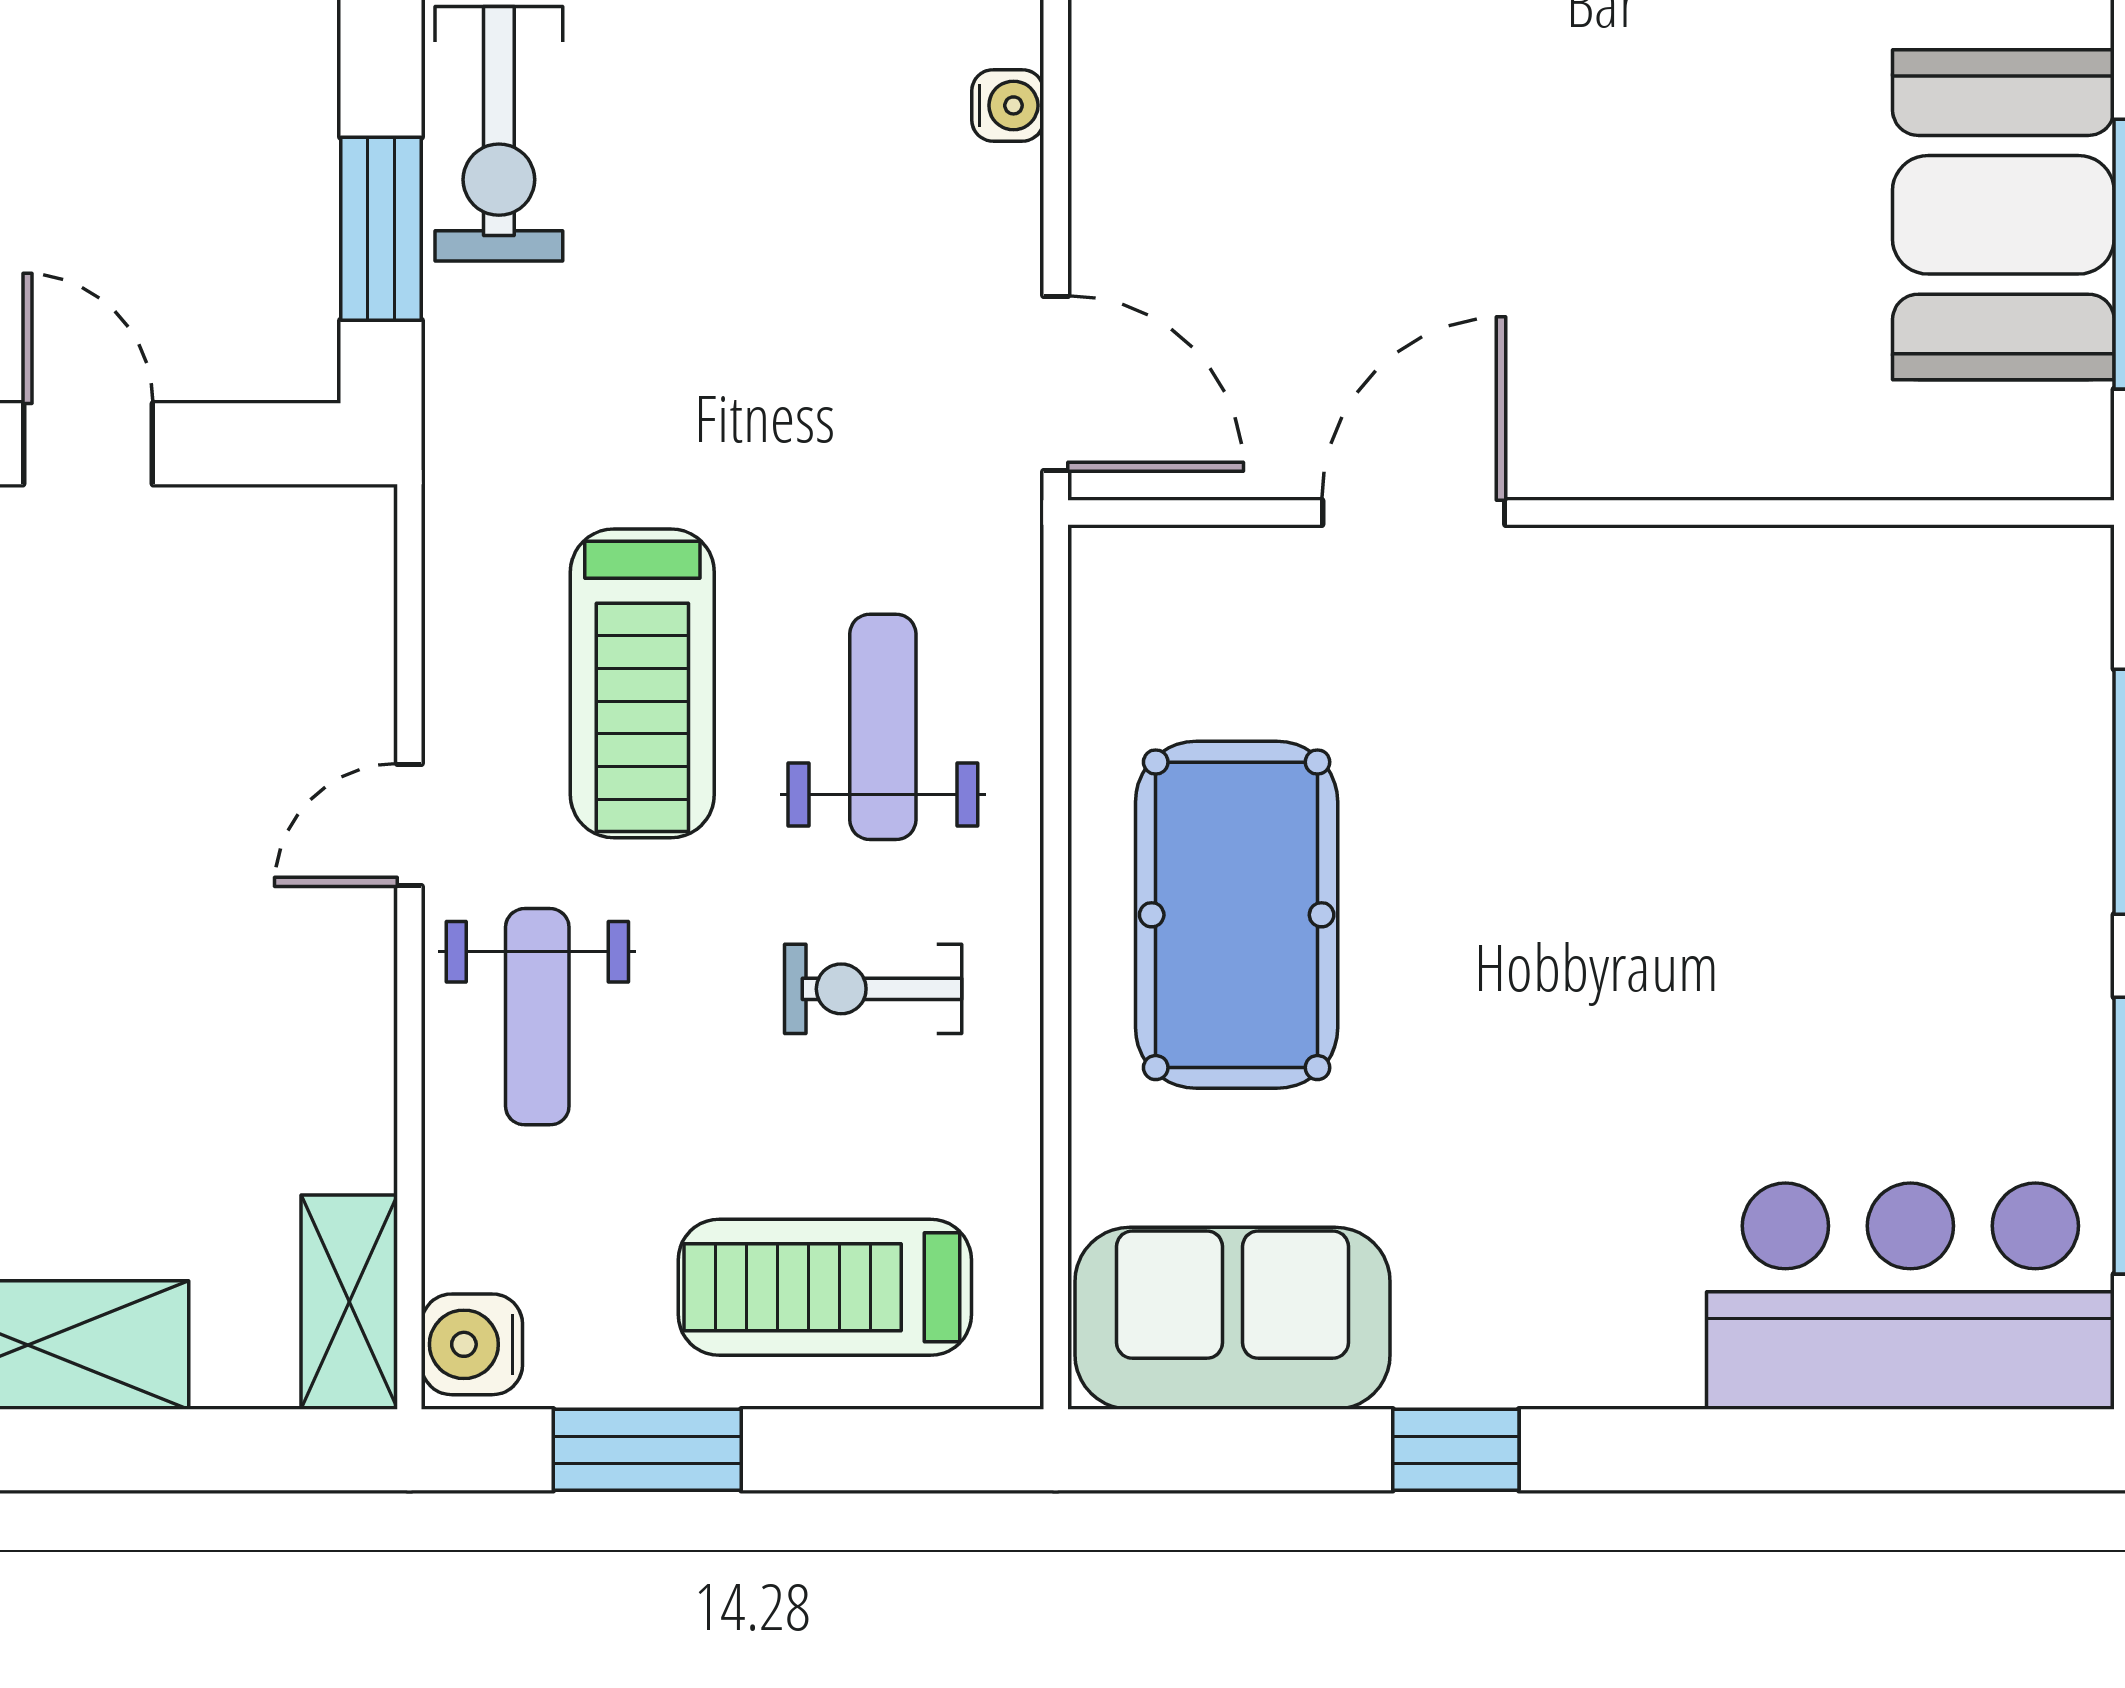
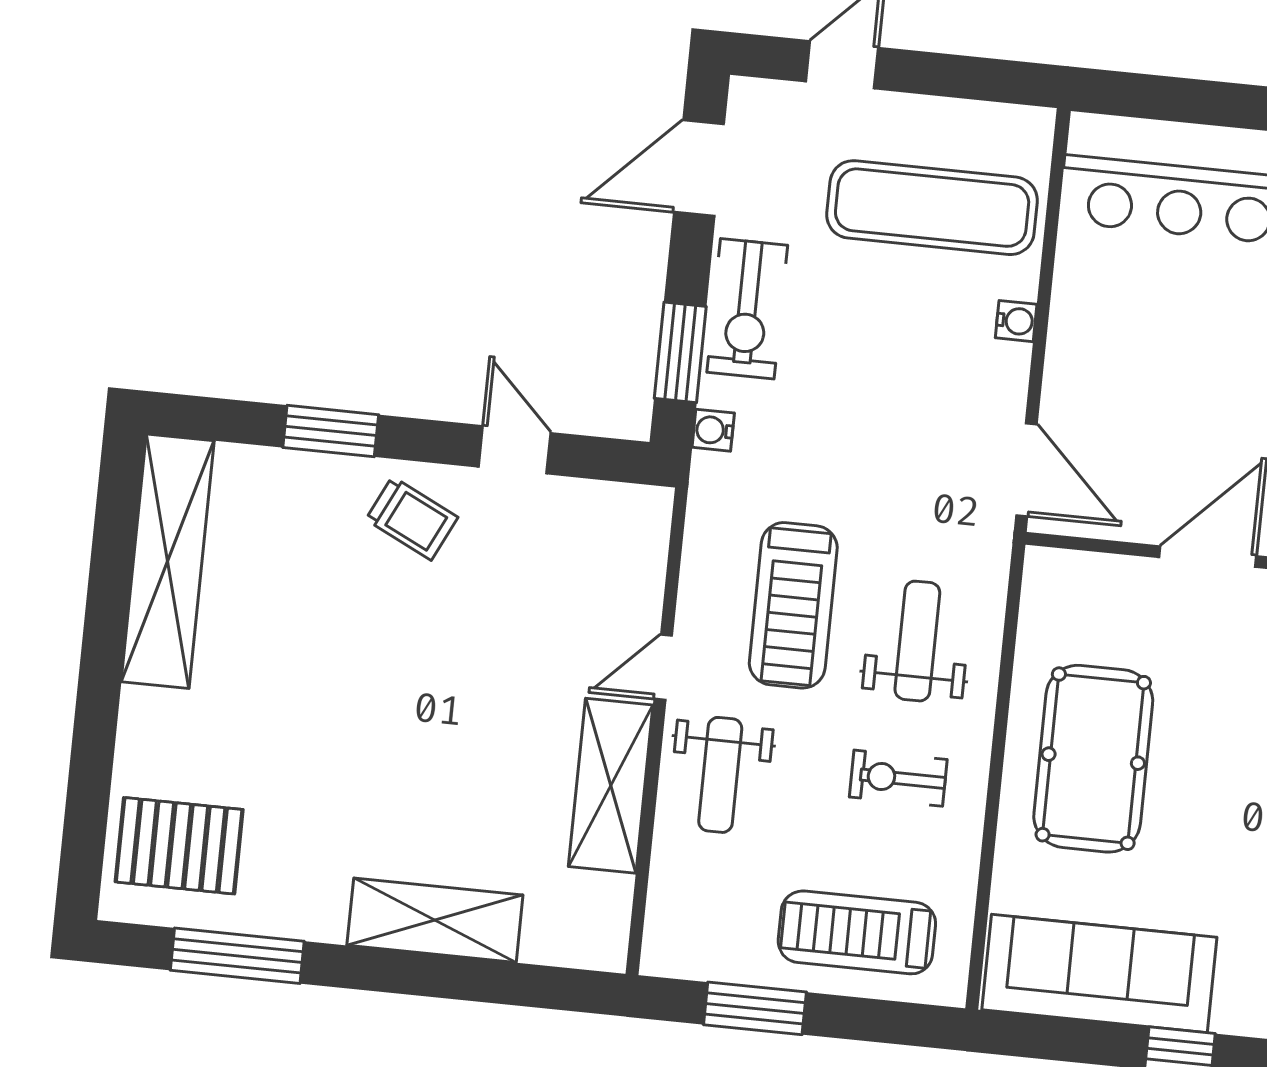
shelving: (349, 1302) -> (611, 786), moved, width x1.50, depth x1.33
sofa: (1232, 1318) -> (1099, 974), width x1.36
water cooler: (472, 1344) -> (713, 430), moved, width x0.72, depth x0.72

